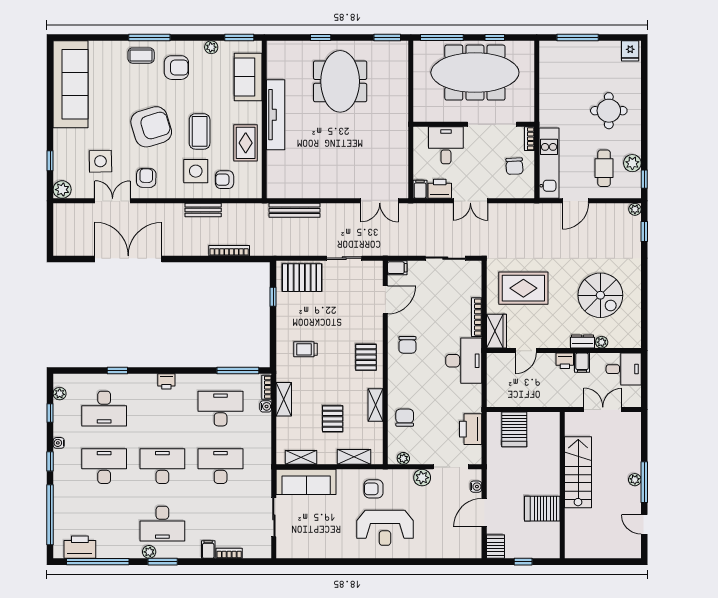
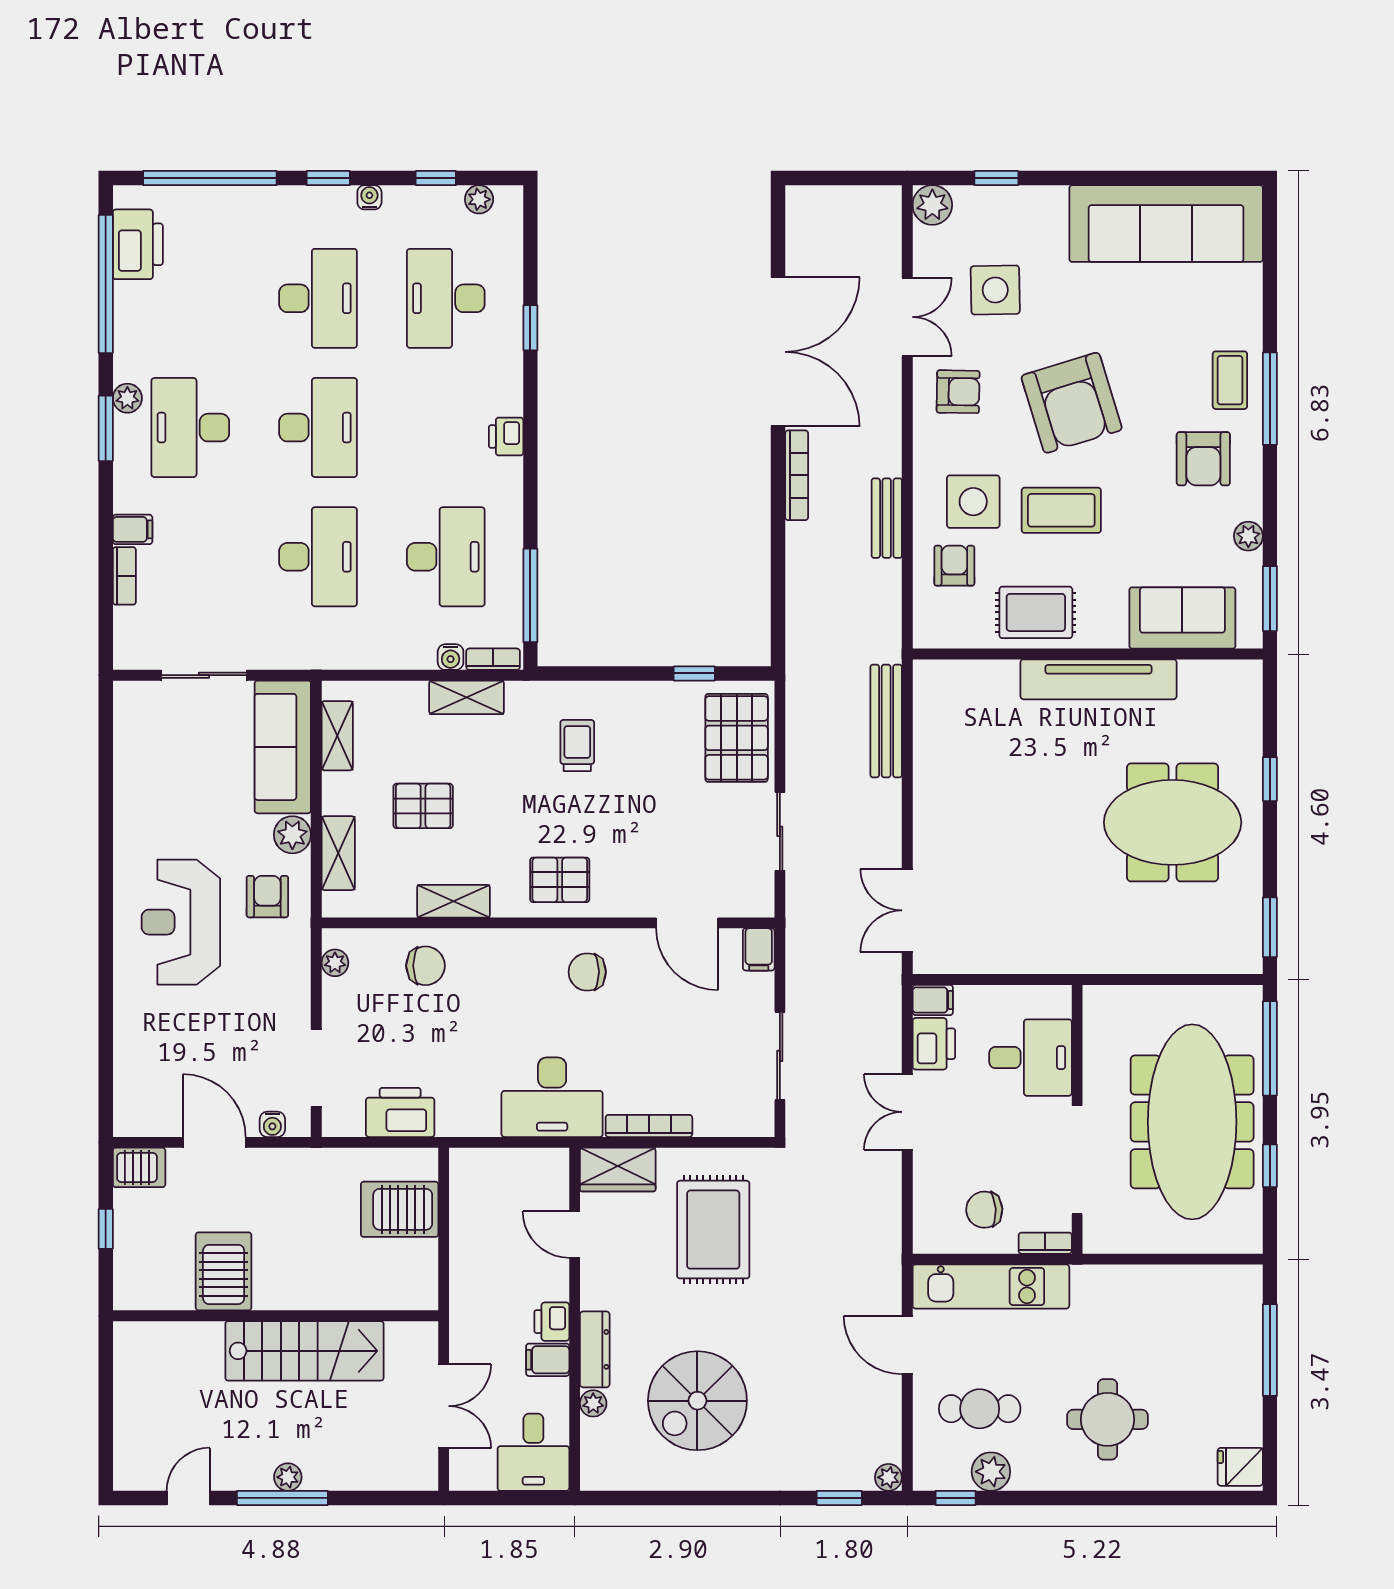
bookcase: (229, 251) -> (797, 475), moved
dresser: (583, 341) -> (595, 1349), width x1.44
plant: (422, 478) -> (292, 835), moved

